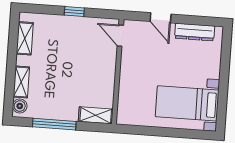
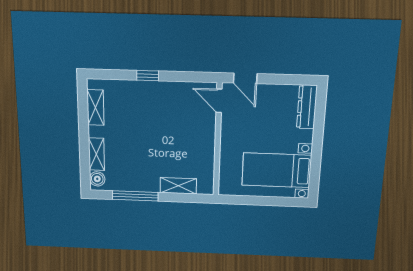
dresser: (195, 32) -> (307, 107), moved, turned 90
door: (120, 36) -> (219, 101), moved
wall: (118, 72) -> (218, 140), moved

